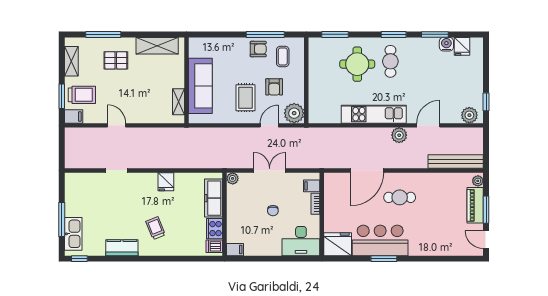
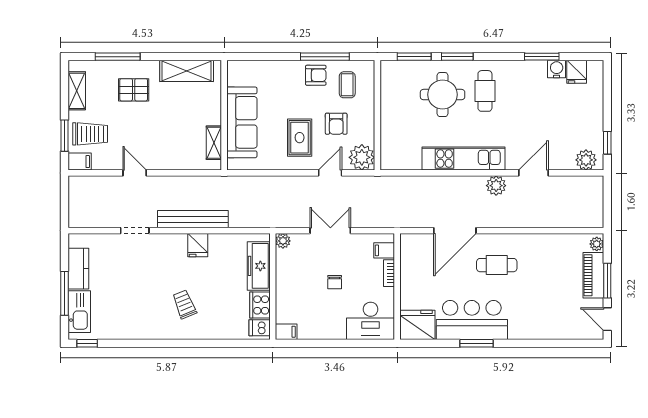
window: (394, 34) -> (457, 57), moved
bench: (456, 161) -> (193, 219), moved
kitchen counter: (122, 248) -> (78, 269), moved, turned 90

